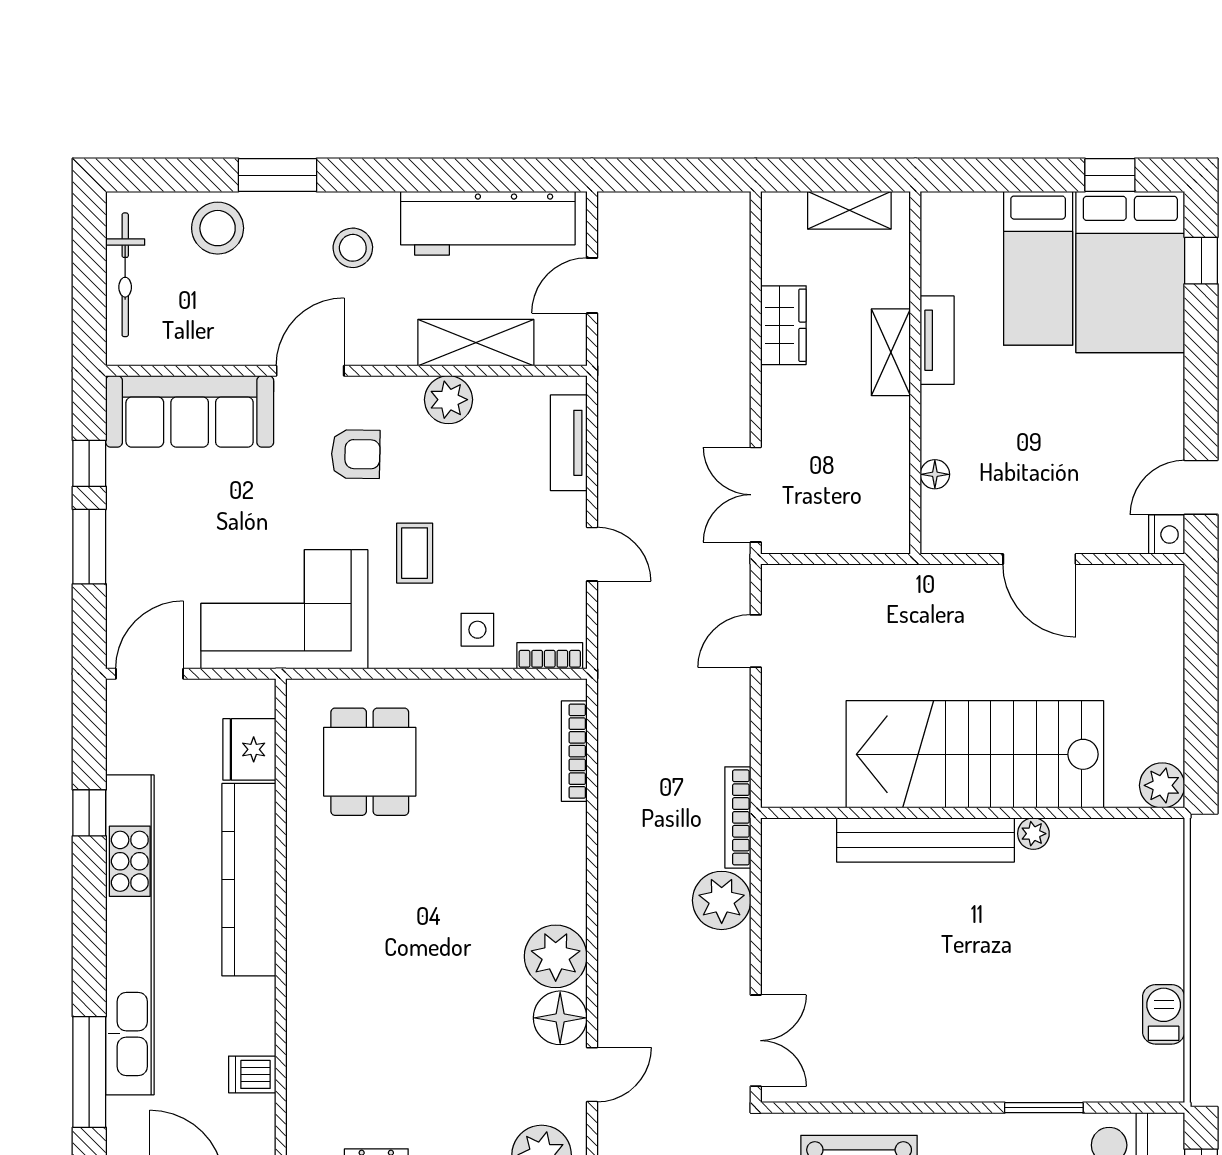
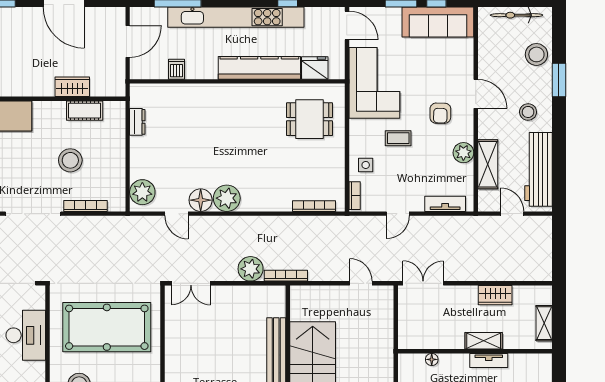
sofa: (190, 411) -> (438, 22), moved, turned -90

